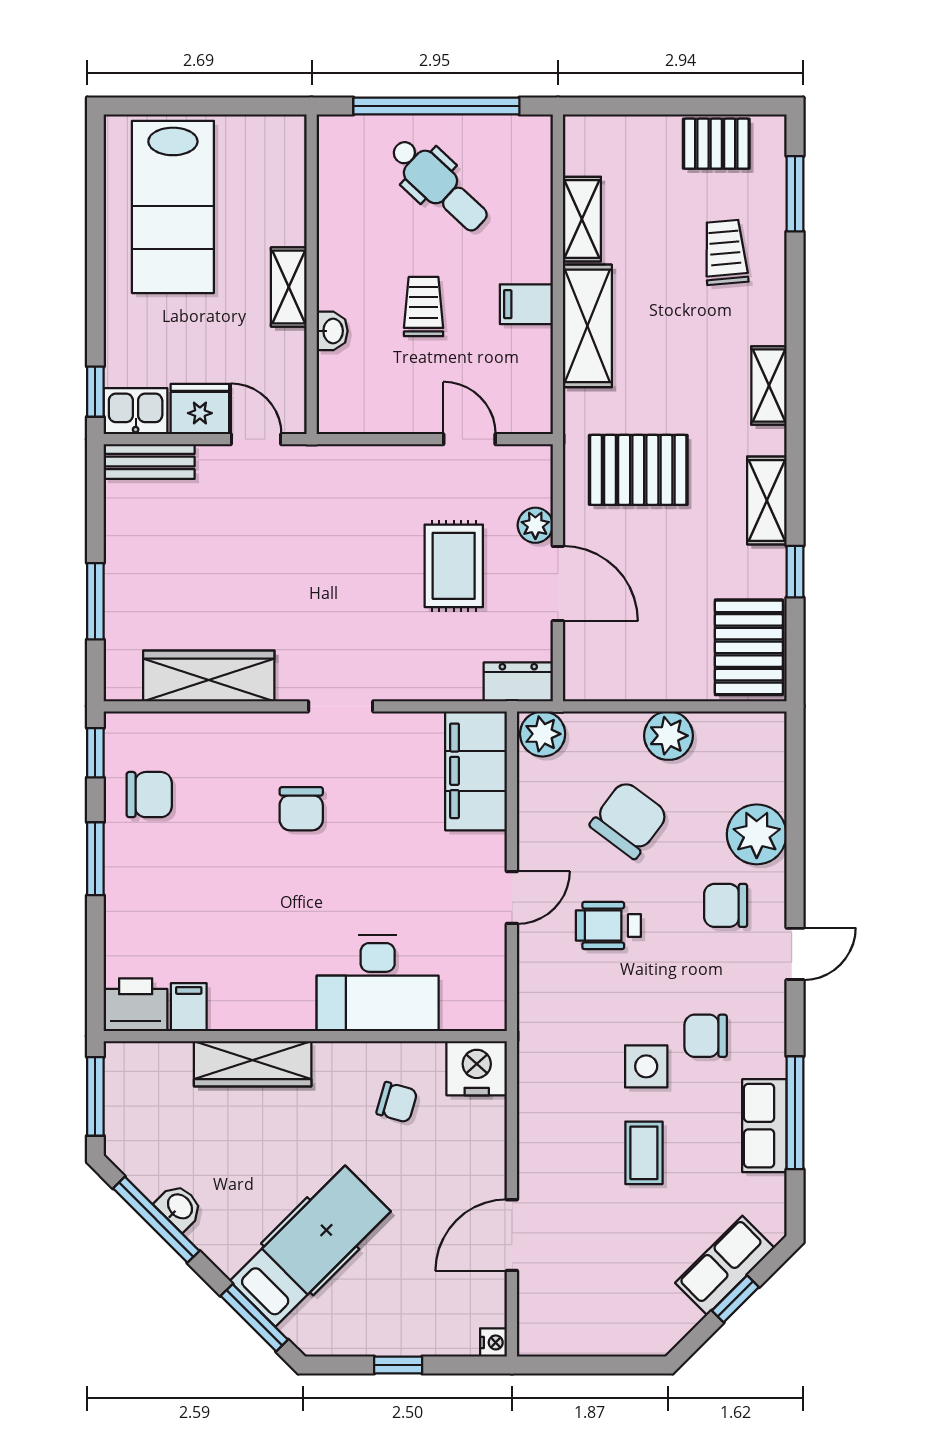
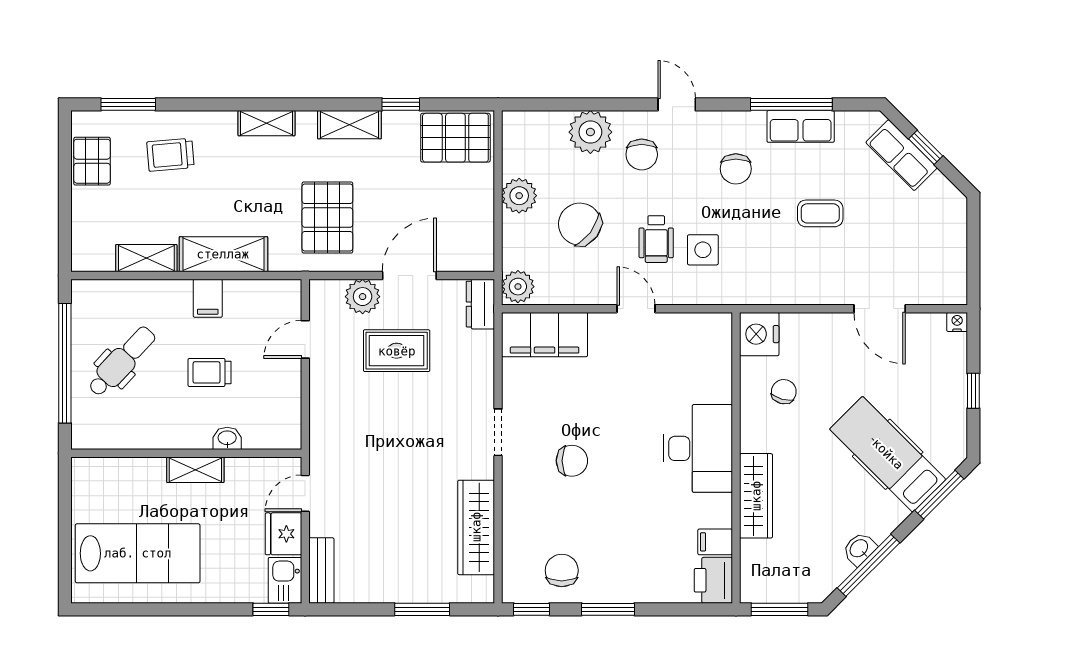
plant: (535, 525) -> (363, 297), width x1.38, depth x1.38
desk: (378, 983) -> (698, 448), moved
side table: (646, 1066) -> (703, 250), moved

